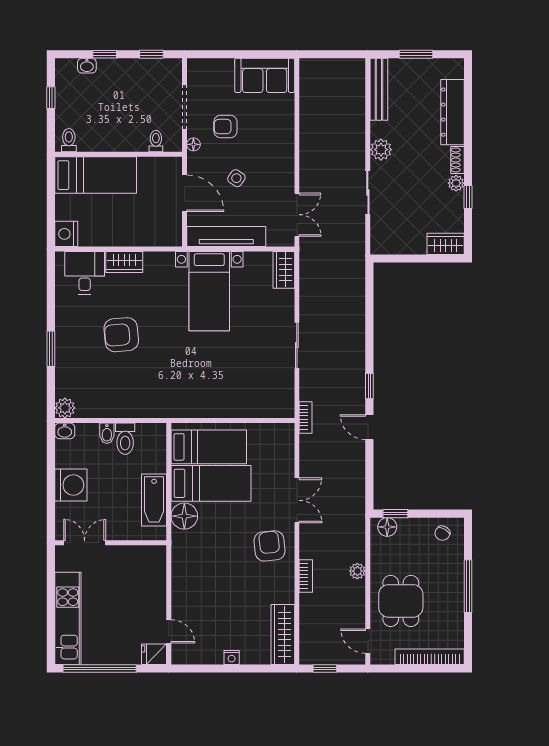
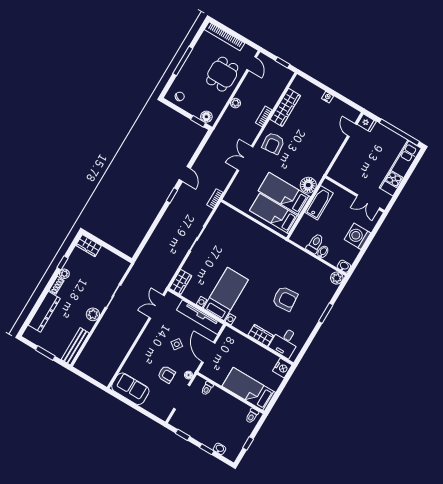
wardrobe: (283, 634) -> (285, 107), moved

